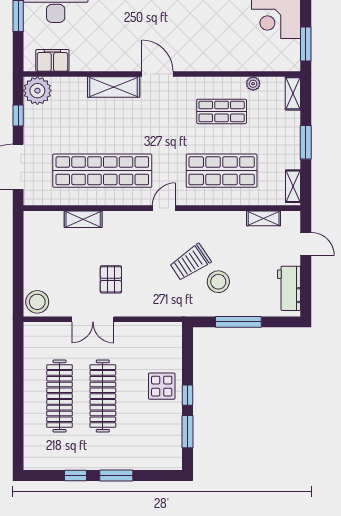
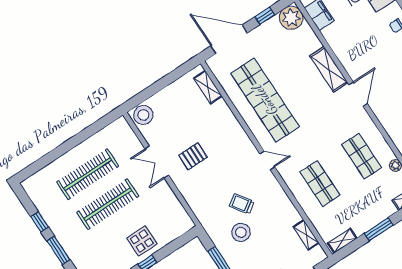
shop shelf: (222, 171) -> (320, 183), width x0.70, depth x0.74
shelving: (83, 219) -> (208, 87), moved
trolley: (190, 262) -> (242, 204), width x0.73, depth x0.72

